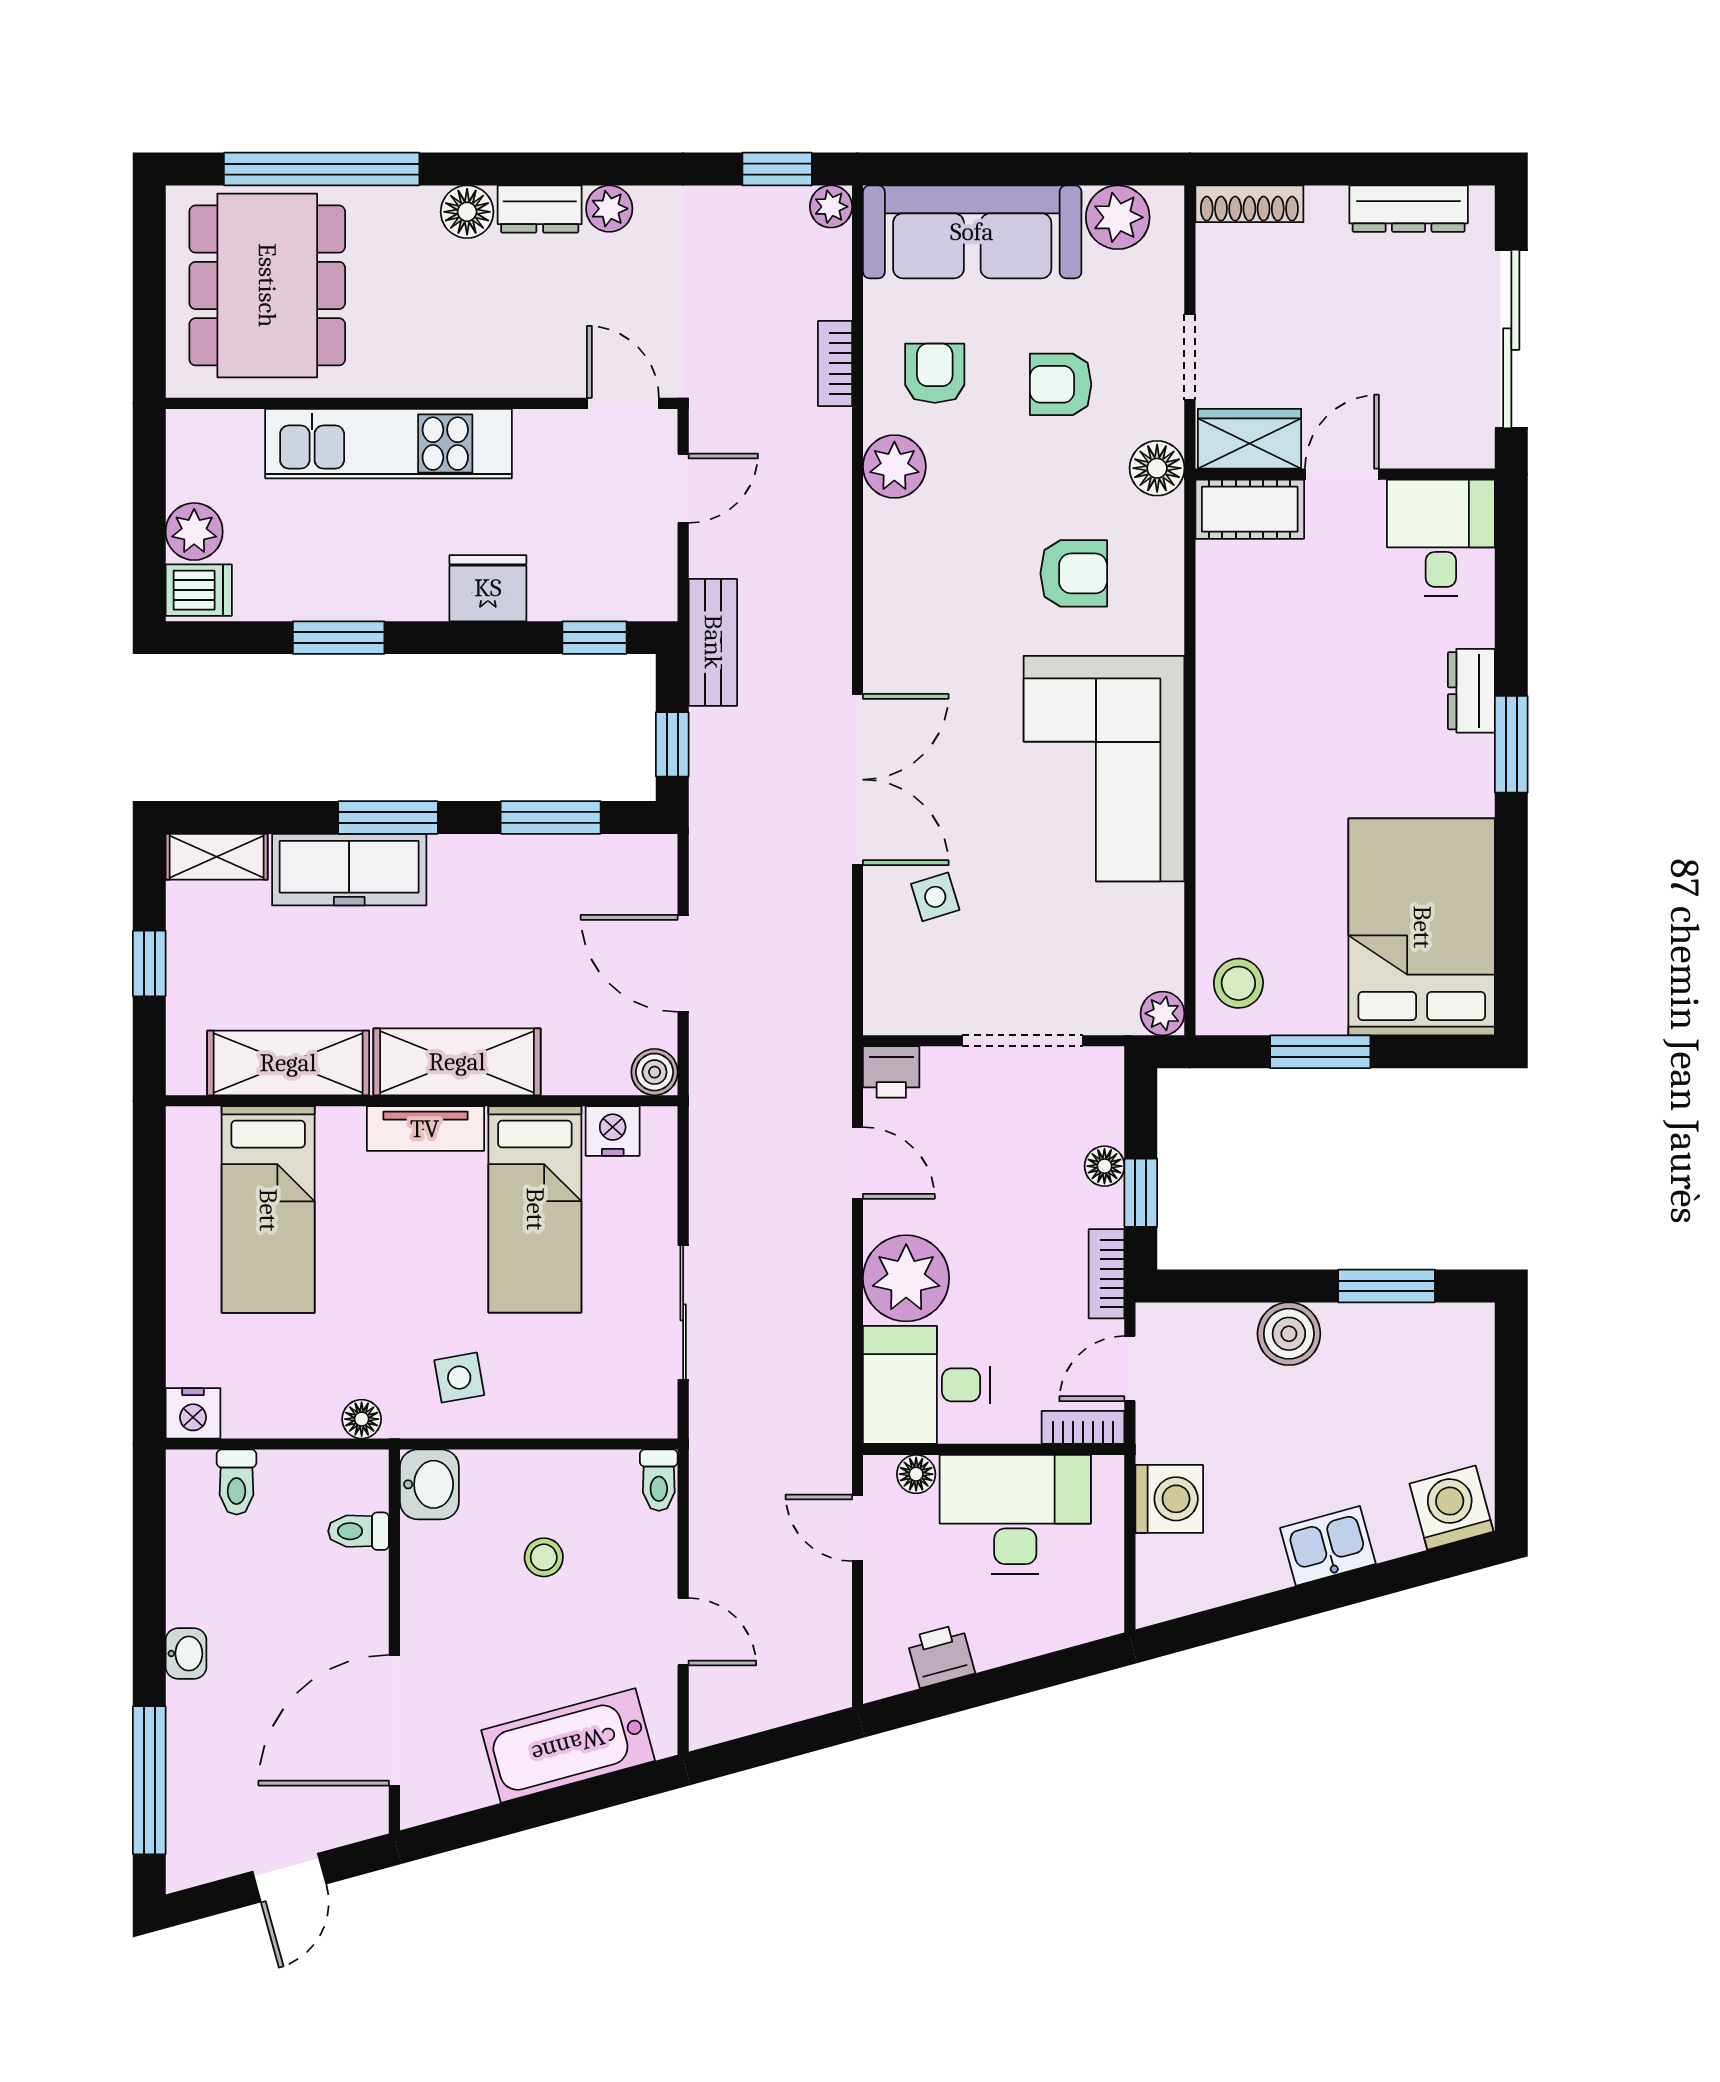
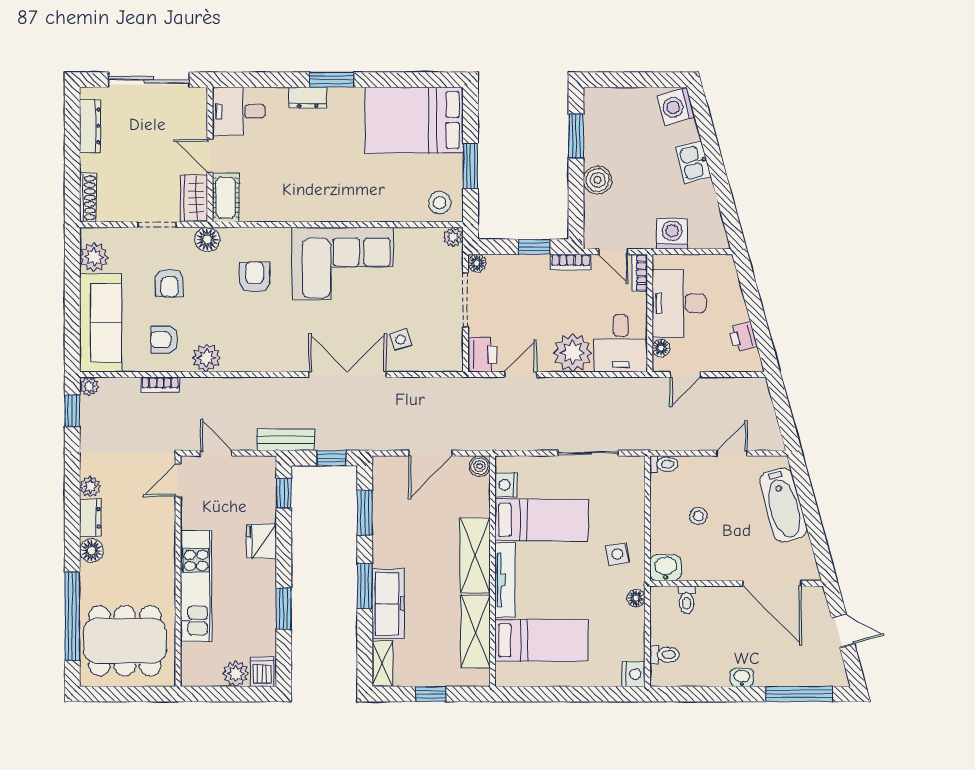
printer: (891, 1072) -> (482, 355), width x1.36, depth x1.24
tv unit: (425, 1129) -> (505, 580), width x1.41
floor lamp: (1104, 1166) -> (477, 263), moved

